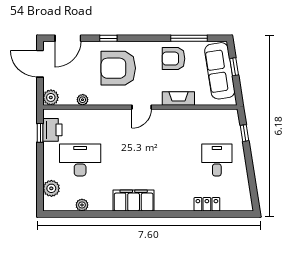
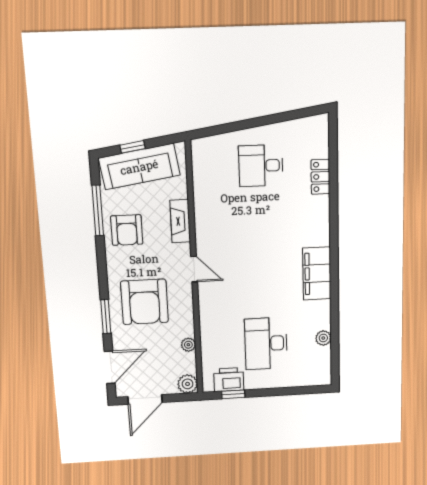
door: (68, 38) -> (110, 367), hinge flipped
window: (108, 38) -> (106, 317), width x1.50
window: (244, 133) -> (223, 129), removed
plant: (51, 188) -> (303, 377), removed

